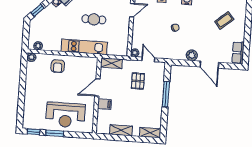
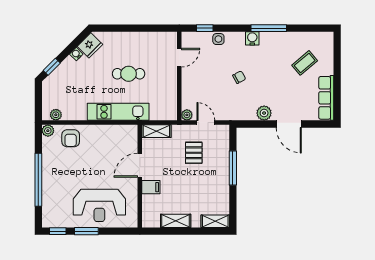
row of seats: (238, 53) -> (326, 98), width x1.48
armchair: (58, 66) -> (71, 138), moved
window: (22, 93) -> (38, 180), added

